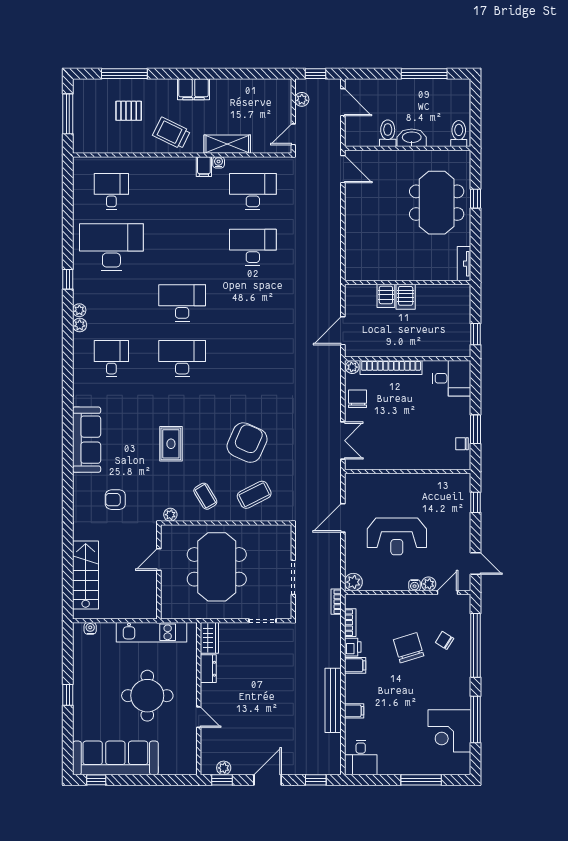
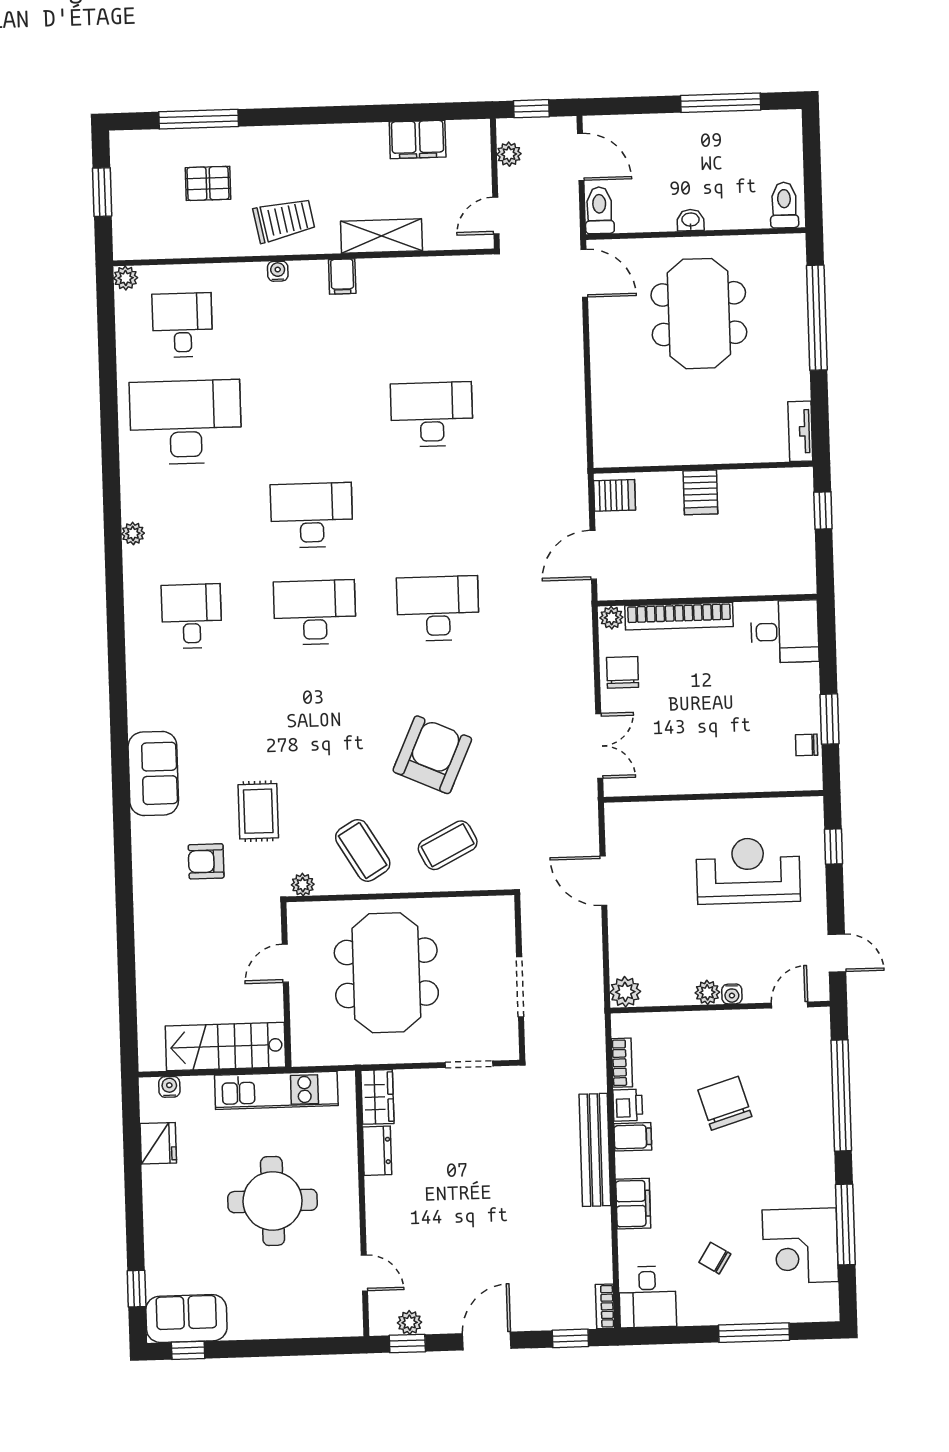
filing cabinet: (193, 89) -> (418, 139), moved
window: (68, 114) -> (102, 192), width x0.69
trolley: (172, 133) -> (284, 220), turned 143
toilet: (388, 133) -> (599, 210), moved
washbasin: (412, 138) -> (691, 220), width x0.52, depth x0.69
water cooler: (219, 162) -> (278, 271), moved
desk: (253, 192) -> (438, 608), moved
window: (476, 199) -> (817, 318), width x3.17
meeting table: (437, 203) -> (699, 314), moved
window: (68, 279) -> (111, 480), removed
server rack: (386, 296) -> (615, 495), moved, turned -90
plant: (80, 325) -> (126, 278), moved
window: (476, 334) -> (823, 510), moved
sofa: (87, 440) -> (153, 774), width x0.73
rug: (171, 444) -> (258, 811), moved
coffee table: (205, 496) -> (363, 850), width x1.36, depth x1.30
door: (343, 518) -> (603, 881), hinge flipped
reception desk: (397, 536) -> (748, 871), moved, turned 180
stairs: (86, 575) -> (225, 1046), moved, turned -90
plant: (429, 584) -> (707, 992), moved
bookcase: (336, 602) -> (605, 1306), moved
chair: (445, 640) -> (715, 1258), moved
fridge: (83, 660) -> (158, 1143), added
window: (68, 695) -> (137, 1289), moved
bench: (333, 700) -> (595, 1150), moved
filing cabinet: (354, 711) -> (633, 1204), width x2.00
door: (199, 717) -> (364, 1273), moved
sofa: (115, 758) -> (186, 1319), width x0.54, depth x0.79

